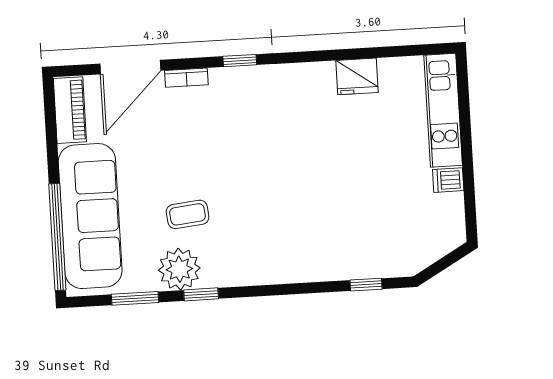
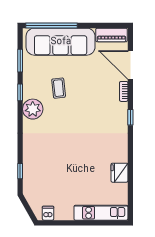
dishwasher: (448, 180) -> (48, 213), moved
plant: (179, 269) -> (33, 109), moved

